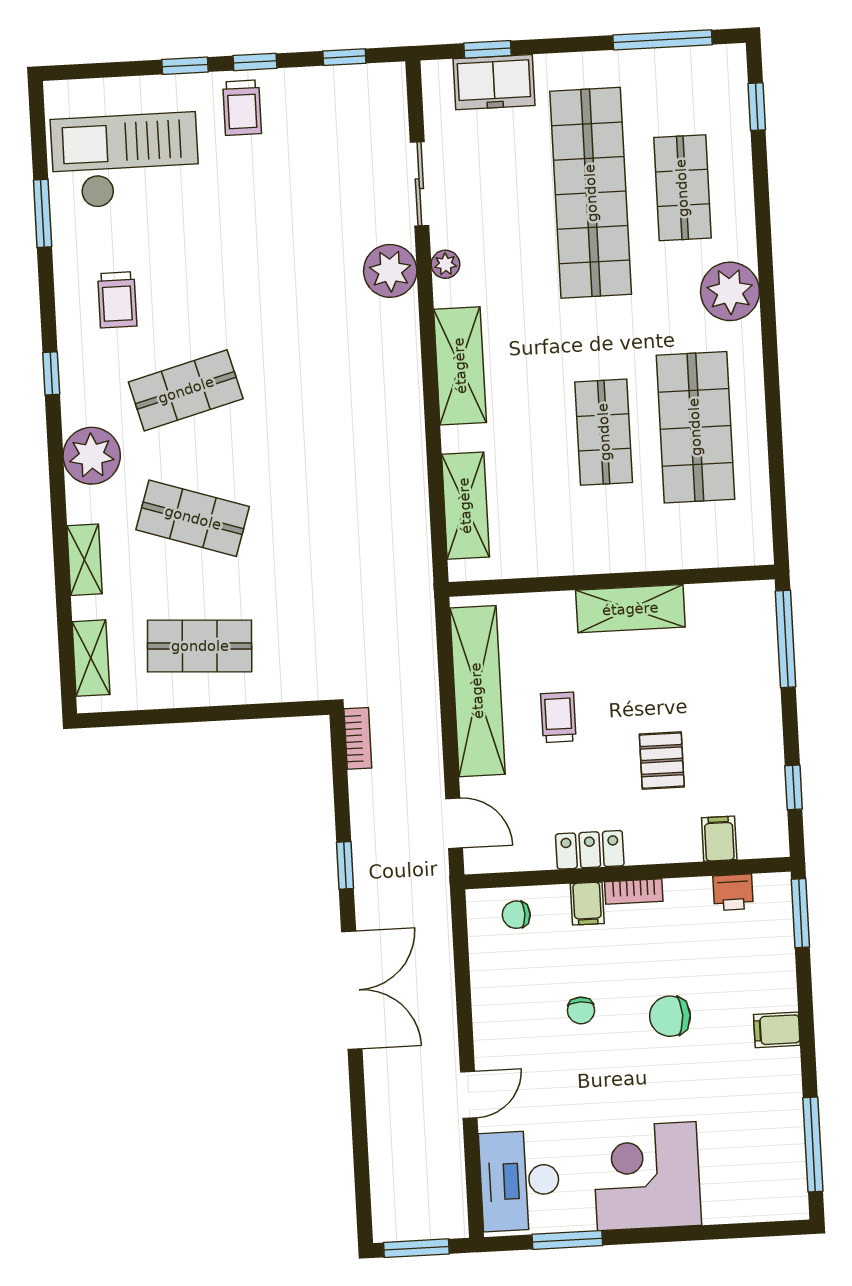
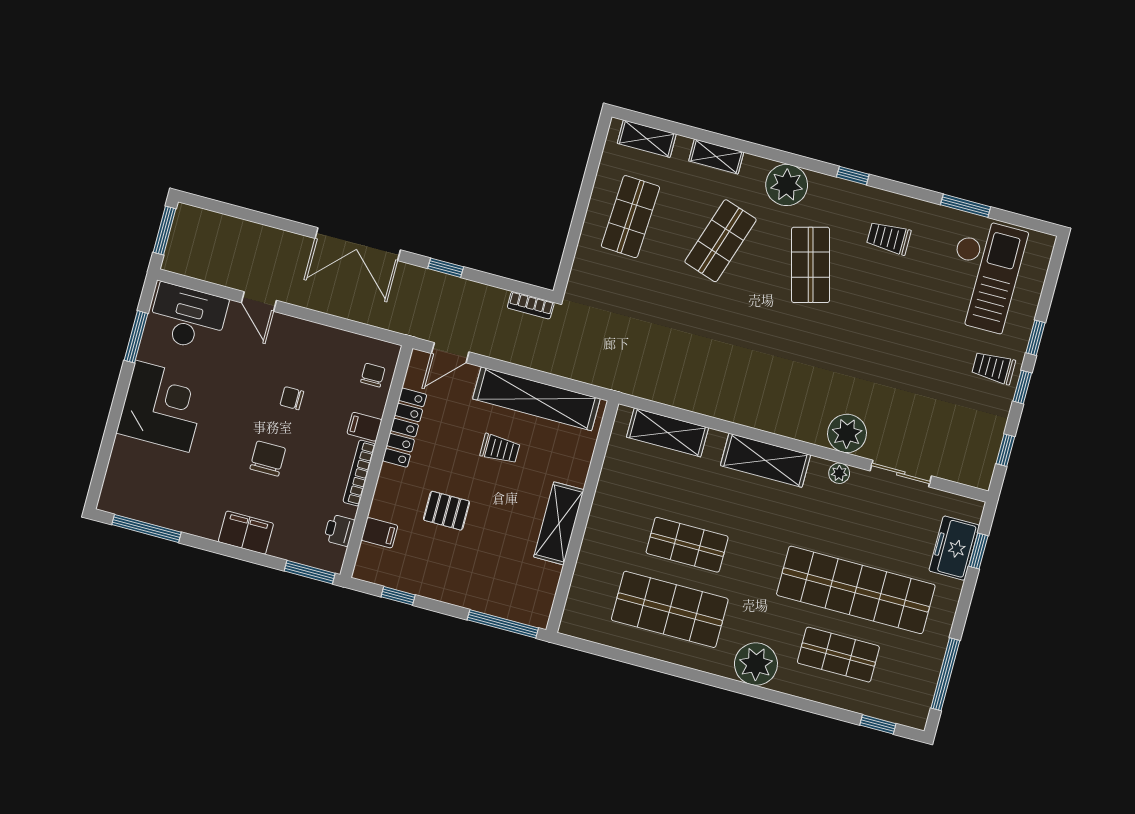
locker: (590, 850) -> (405, 428), width x1.53
bookcase: (634, 892) -> (359, 473), width x1.56
filing cabinet: (777, 1030) -> (246, 533), width x2.00

